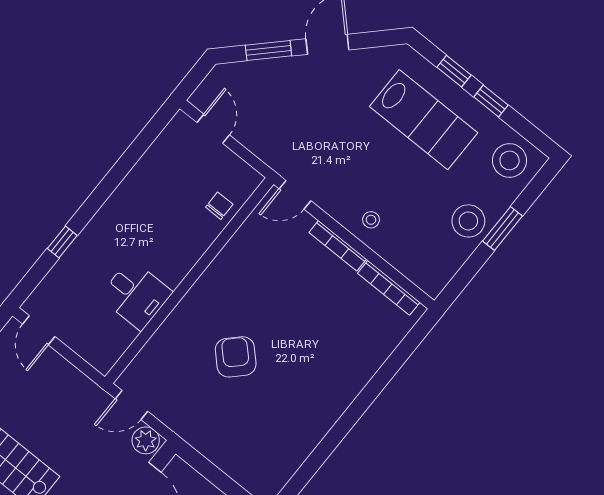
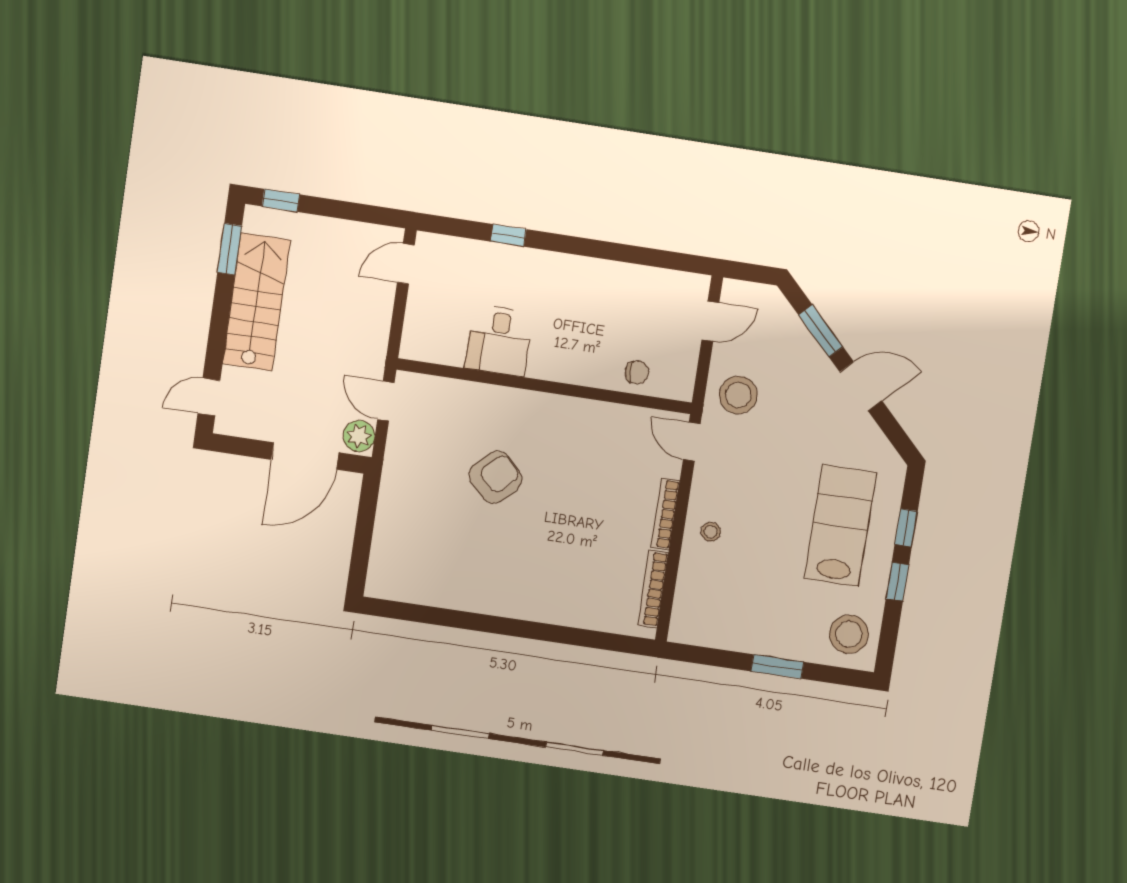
lab bench: (424, 120) -> (841, 526), turned 180
stool: (468, 221) -> (738, 395), moved

